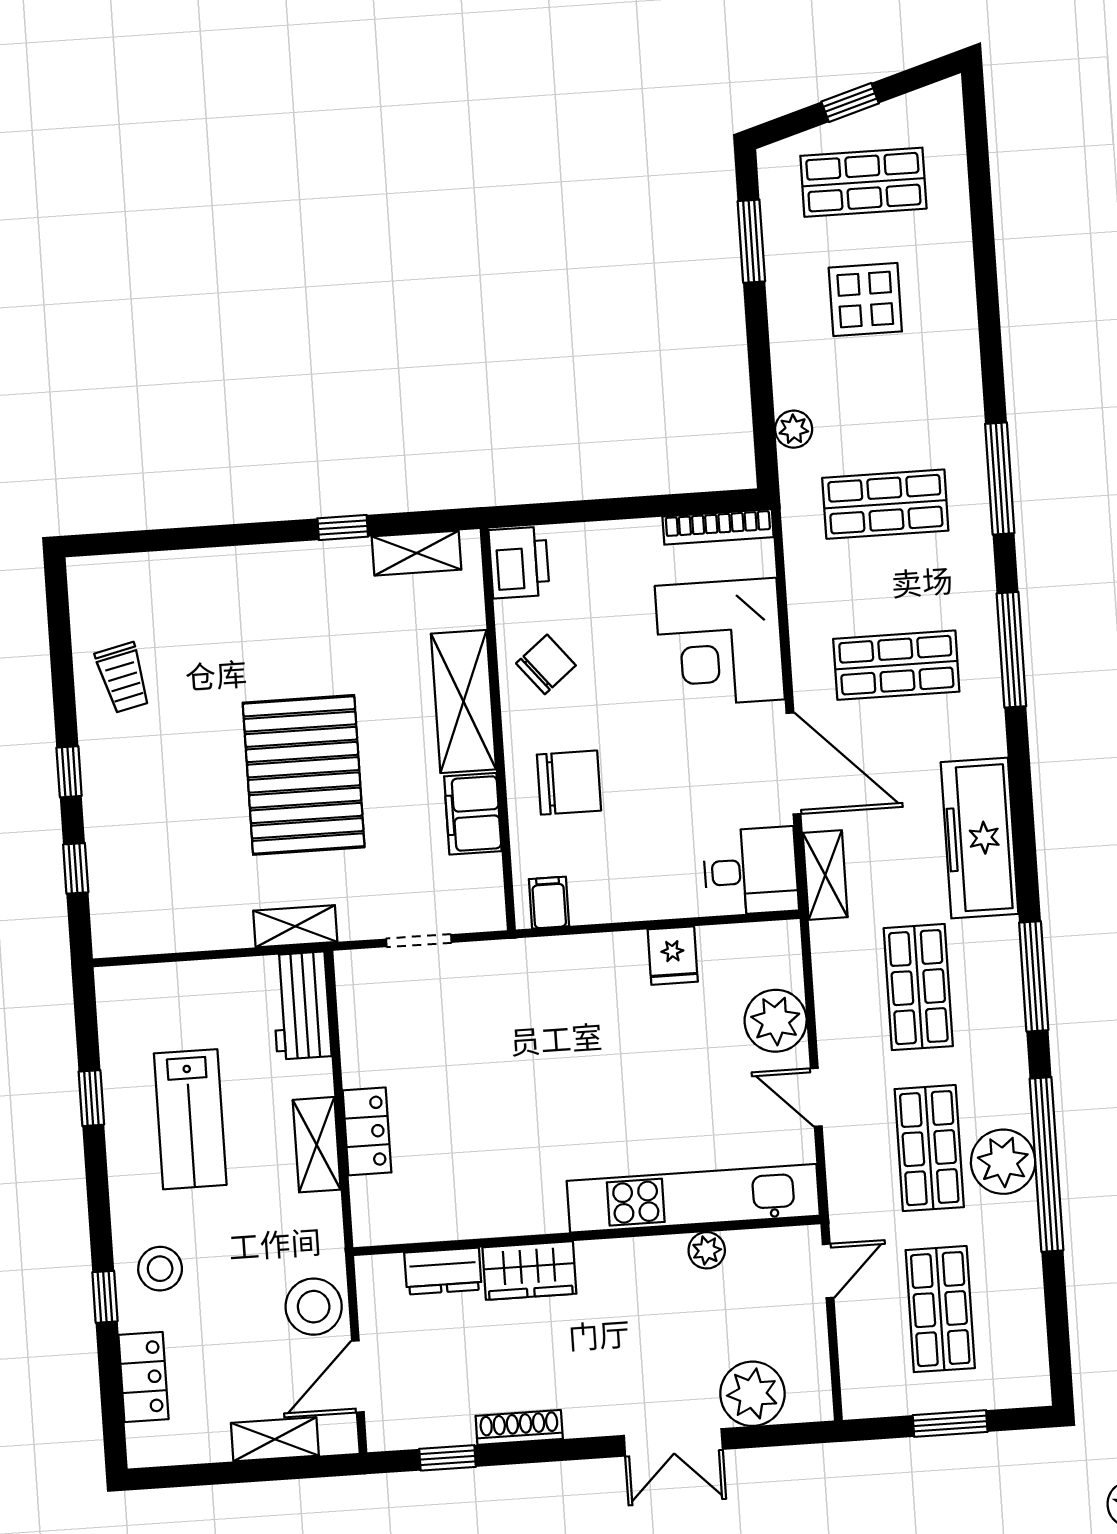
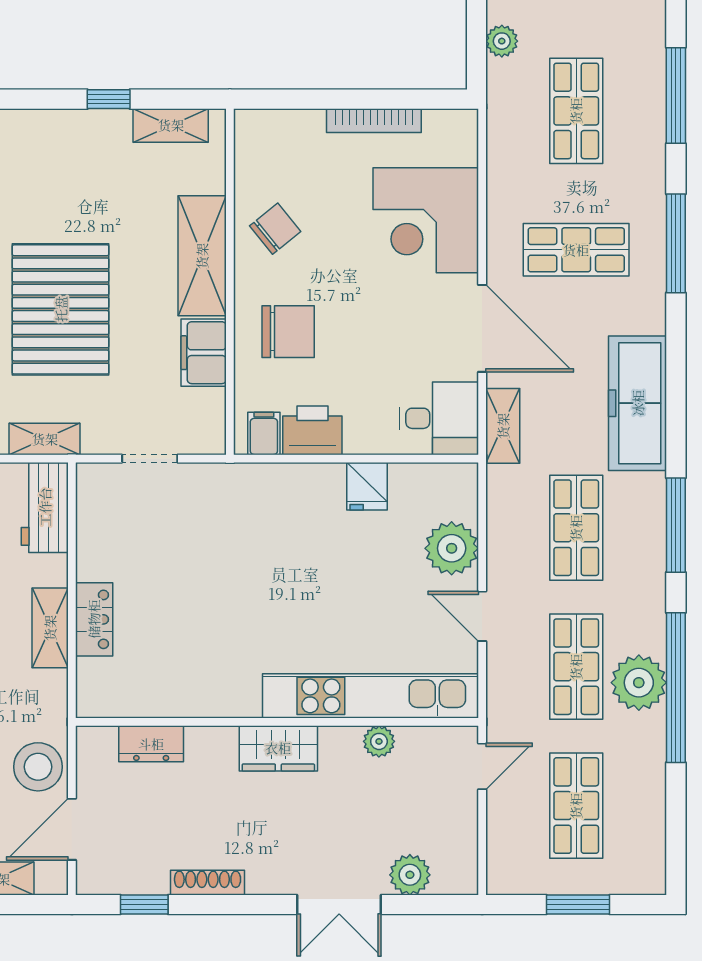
shop shelf: (885, 504) -> (576, 111), turned 90
bookcase: (718, 527) -> (374, 121), moved
printer: (519, 562) -> (312, 430), moved, turned -90
wardrobe: (529, 1271) -> (278, 748), moved
plant: (752, 1394) -> (410, 875), width x0.73, depth x0.73

